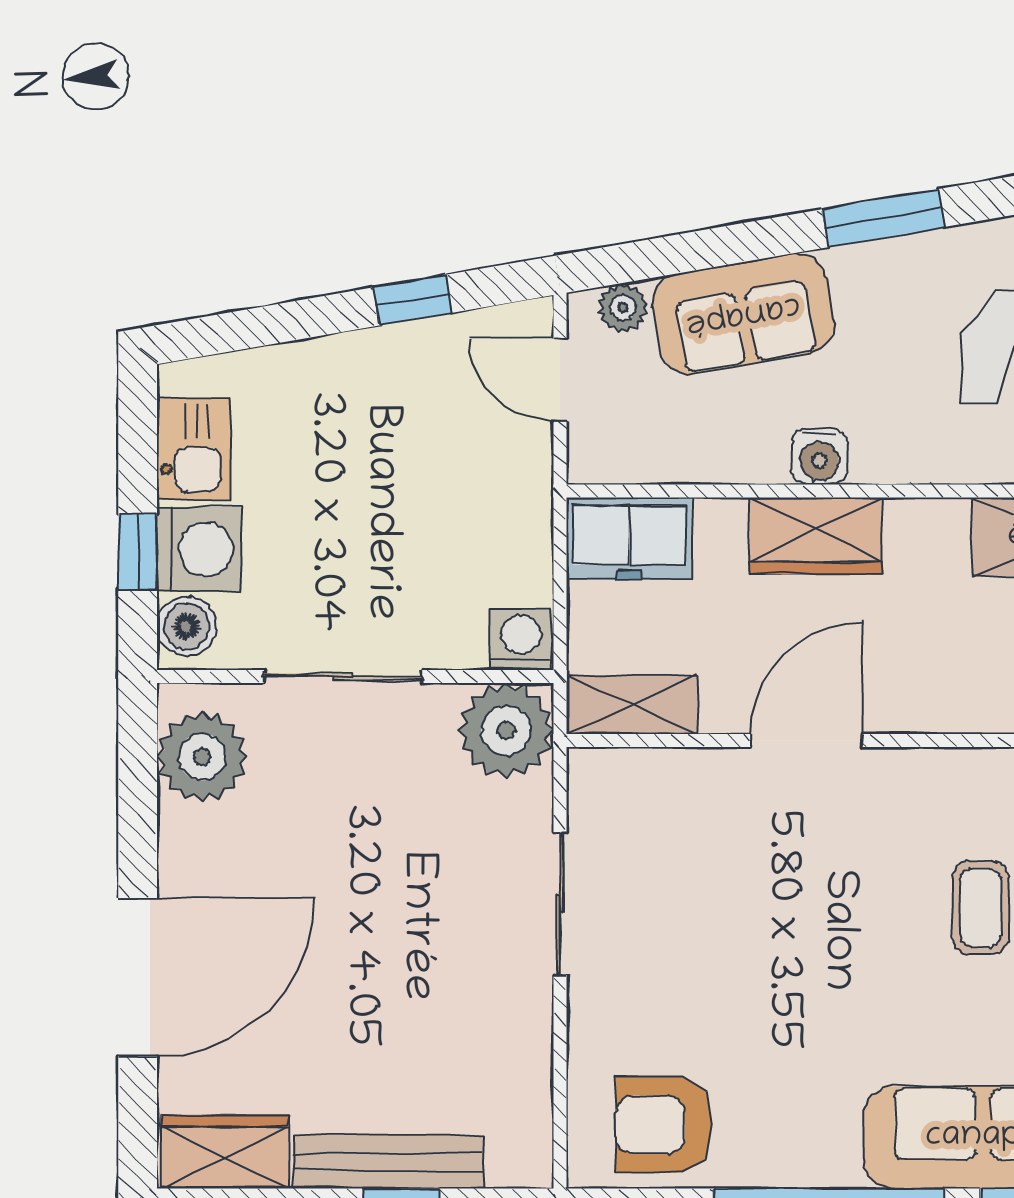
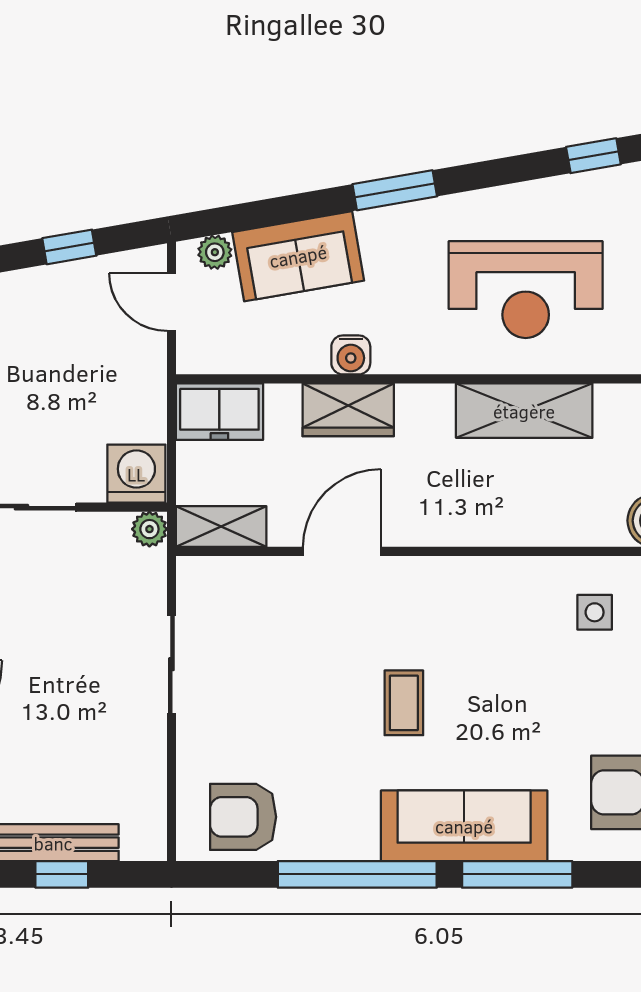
washing machine: (521, 640) -> (136, 474), width x1.38, depth x1.38
plant: (506, 730) -> (149, 529), width x0.53, depth x0.53
coffee table: (981, 908) -> (404, 703), moved

